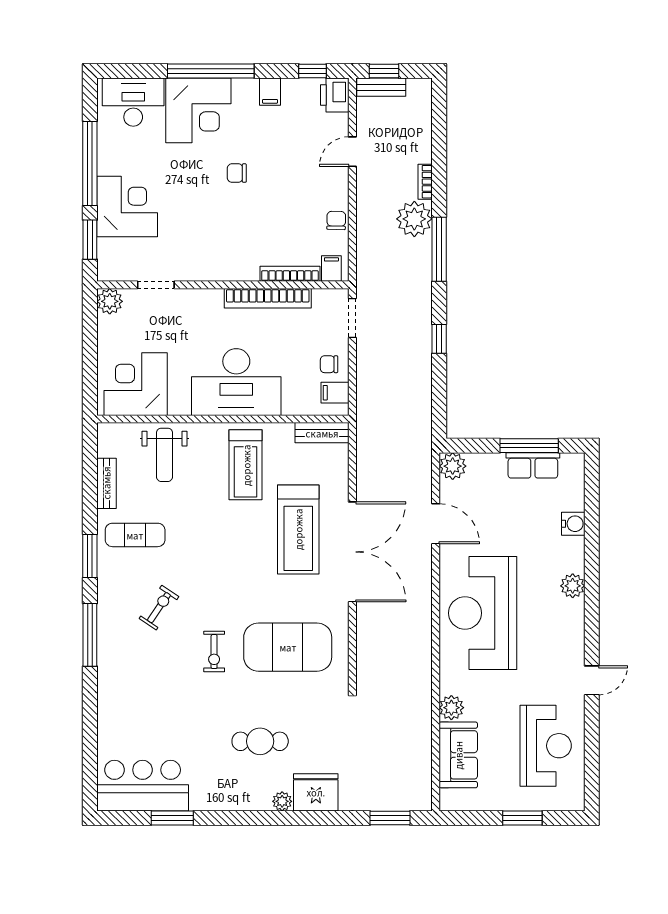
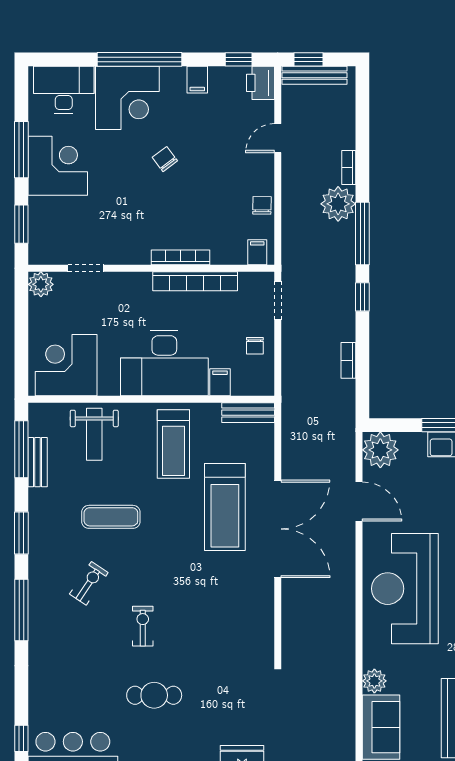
bench: (381, 87) -> (315, 75), width x1.36
window: (90, 163) -> (21, 150), width x0.68
chair: (237, 173) -> (165, 159), turned 53
corner desk: (127, 207) -> (58, 166), moved
bookcase: (290, 274) -> (181, 257), moved
window: (439, 339) -> (362, 297), moved
chair: (329, 364) -> (255, 346), turned -90
bookcase: (425, 379) -> (348, 360), added
filing cabinet: (335, 393) -> (220, 382), moved, turned 90
plant: (453, 466) -> (380, 450), width x1.36, depth x1.36
window: (90, 470) -> (21, 449), added
exercise mat: (135, 535) -> (111, 517), moved
exercise mat: (288, 647) -> (215, 622), removed
exercise bike: (214, 652) -> (143, 626), turned 180
cafe table: (260, 741) -> (154, 695), moved
window: (90, 766) -> (21, 738), added

